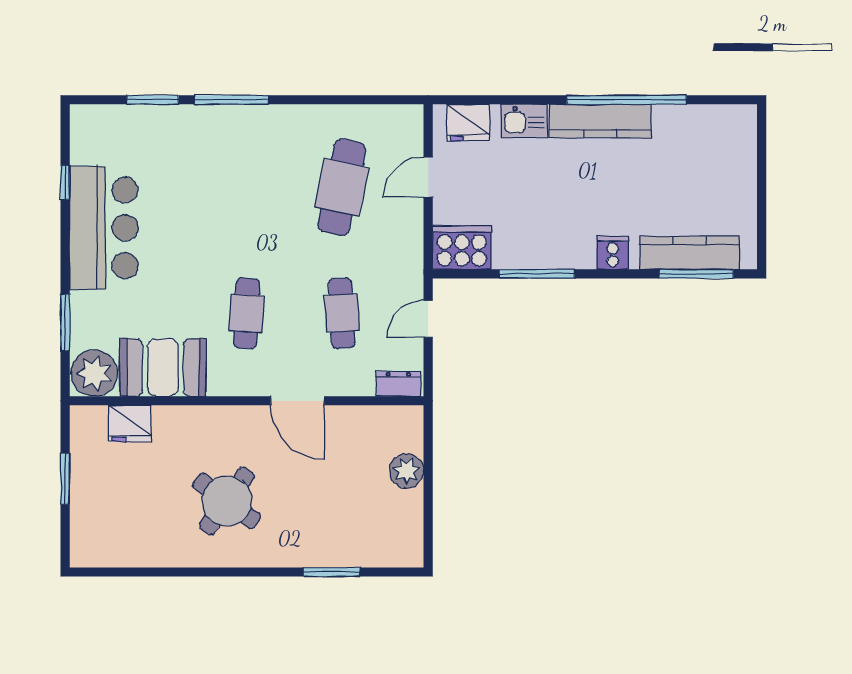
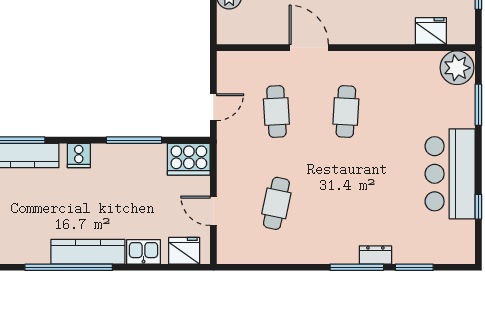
door: (428, 177) -> (213, 211), swing flipped
cafe table: (342, 187) -> (276, 203), width x0.73, depth x0.74
booth: (163, 367) -> (407, 72), removed
dresser: (398, 384) -> (375, 255), moved, turned 180

